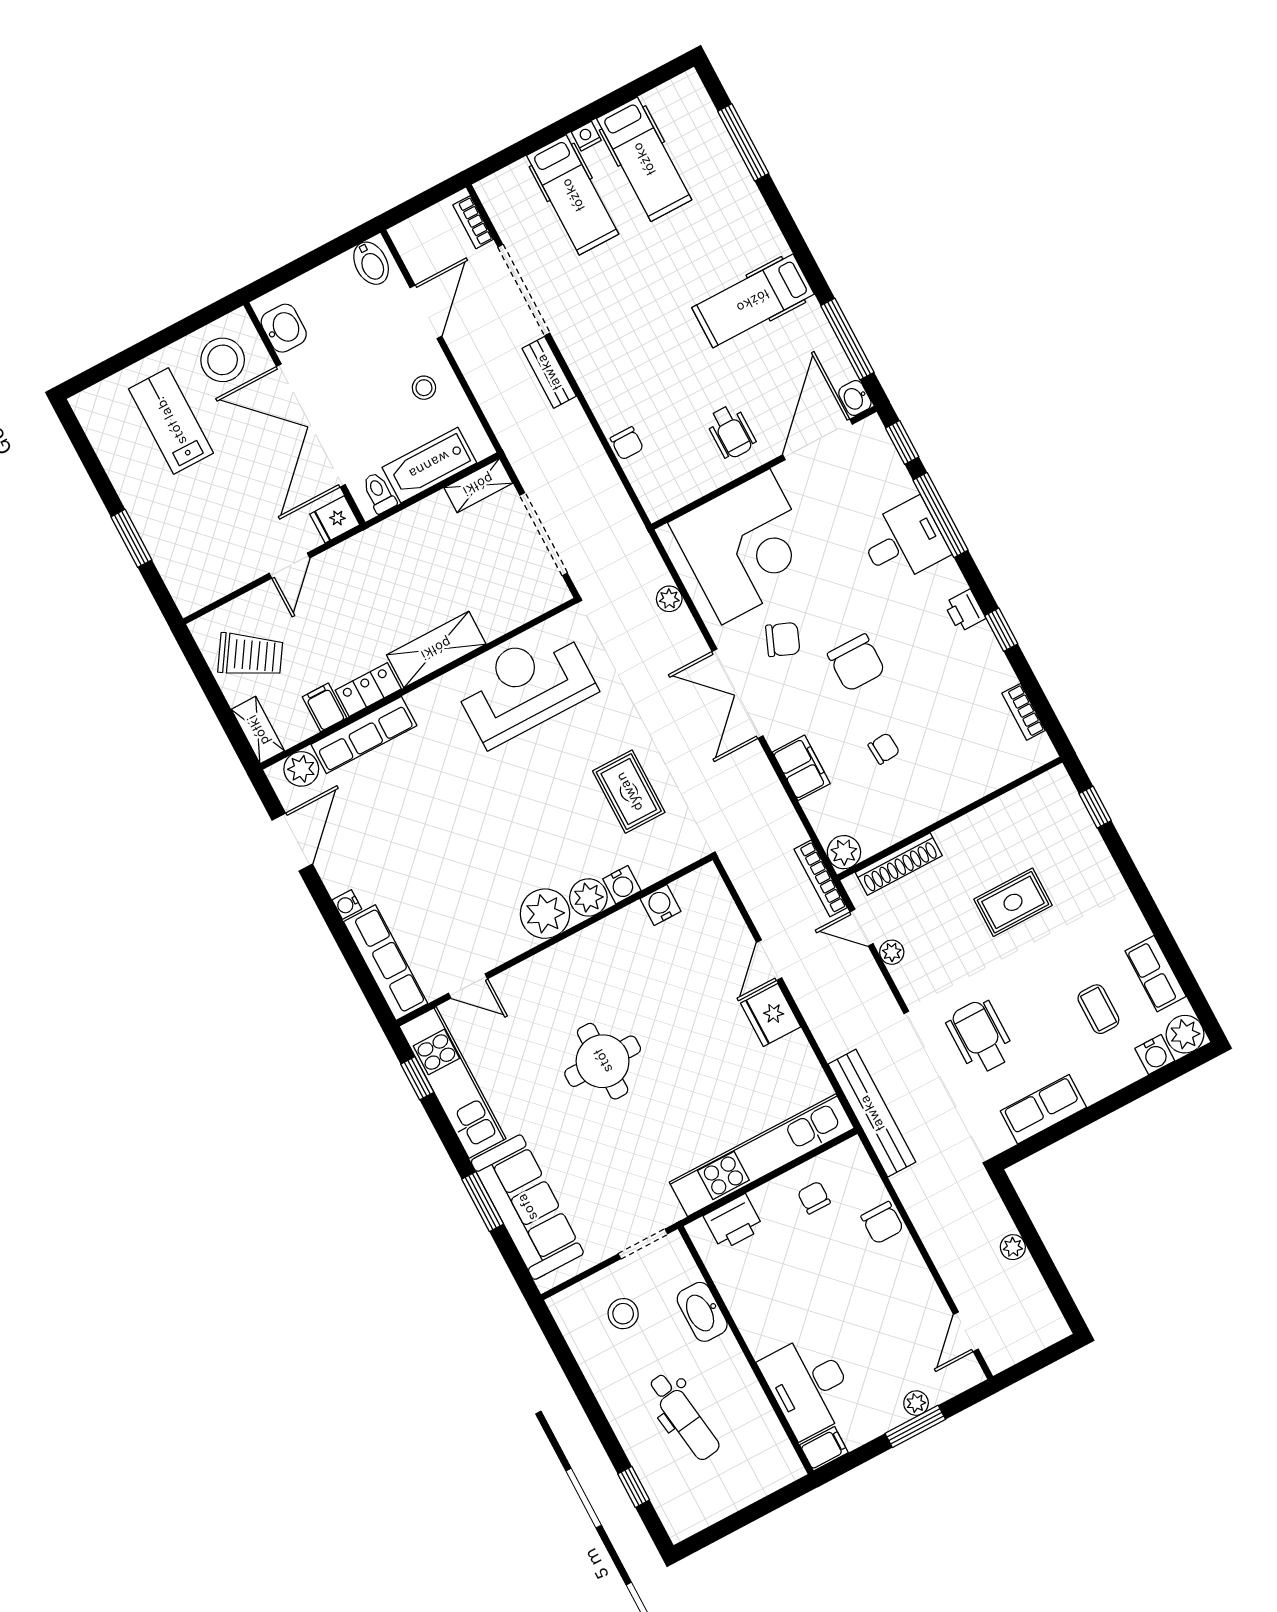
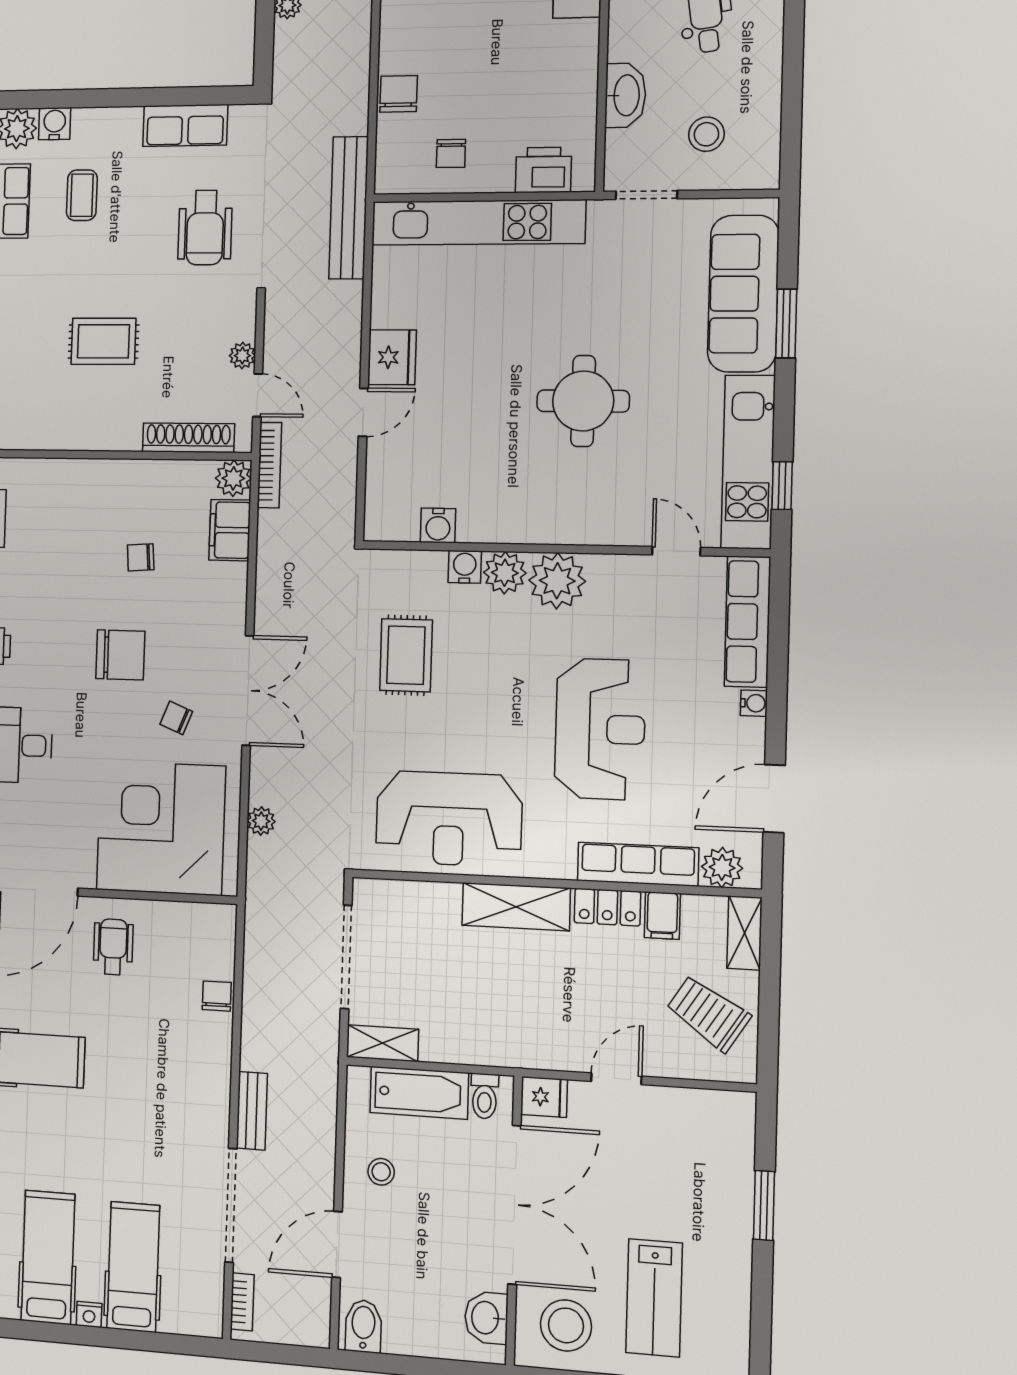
chair: (783, 640) -> (176, 718), width x0.73, depth x0.73
chair: (856, 663) -> (120, 655), turned 90
filing cabinet: (801, 768) -> (230, 530), moved
reception desk: (449, 820) -> (600, 729), added

